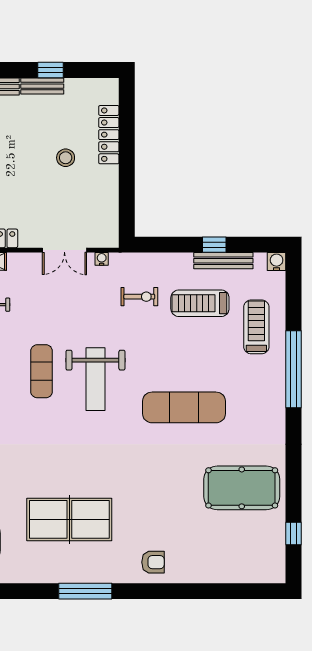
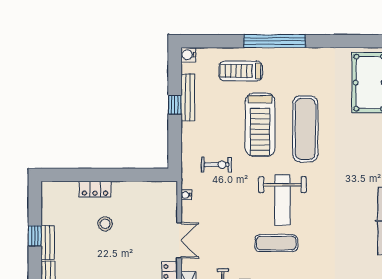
locker: (109, 135) -> (95, 189), width x0.66
double door: (64, 250) -> (179, 240), moved
exercise bike: (139, 297) -> (216, 165), turned 90
treadmill: (200, 303) -> (260, 125), moved, width x1.37, depth x1.38
weight bench: (95, 379) -> (282, 200), turned 90

